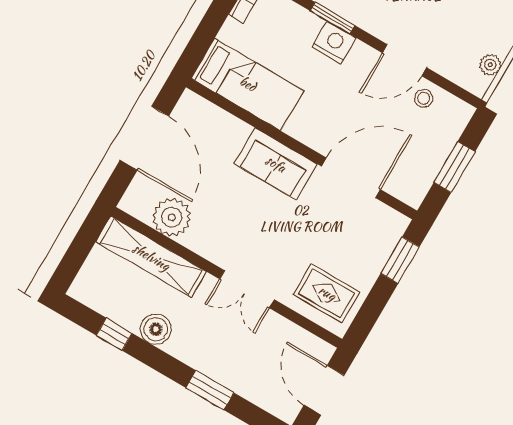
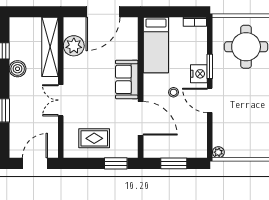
door: (404, 60) -> (210, 100), moved
plant: (490, 65) -> (218, 152), moved
stool: (424, 98) -> (174, 92), moved
rug: (327, 293) -> (94, 138), moved, turned 90

